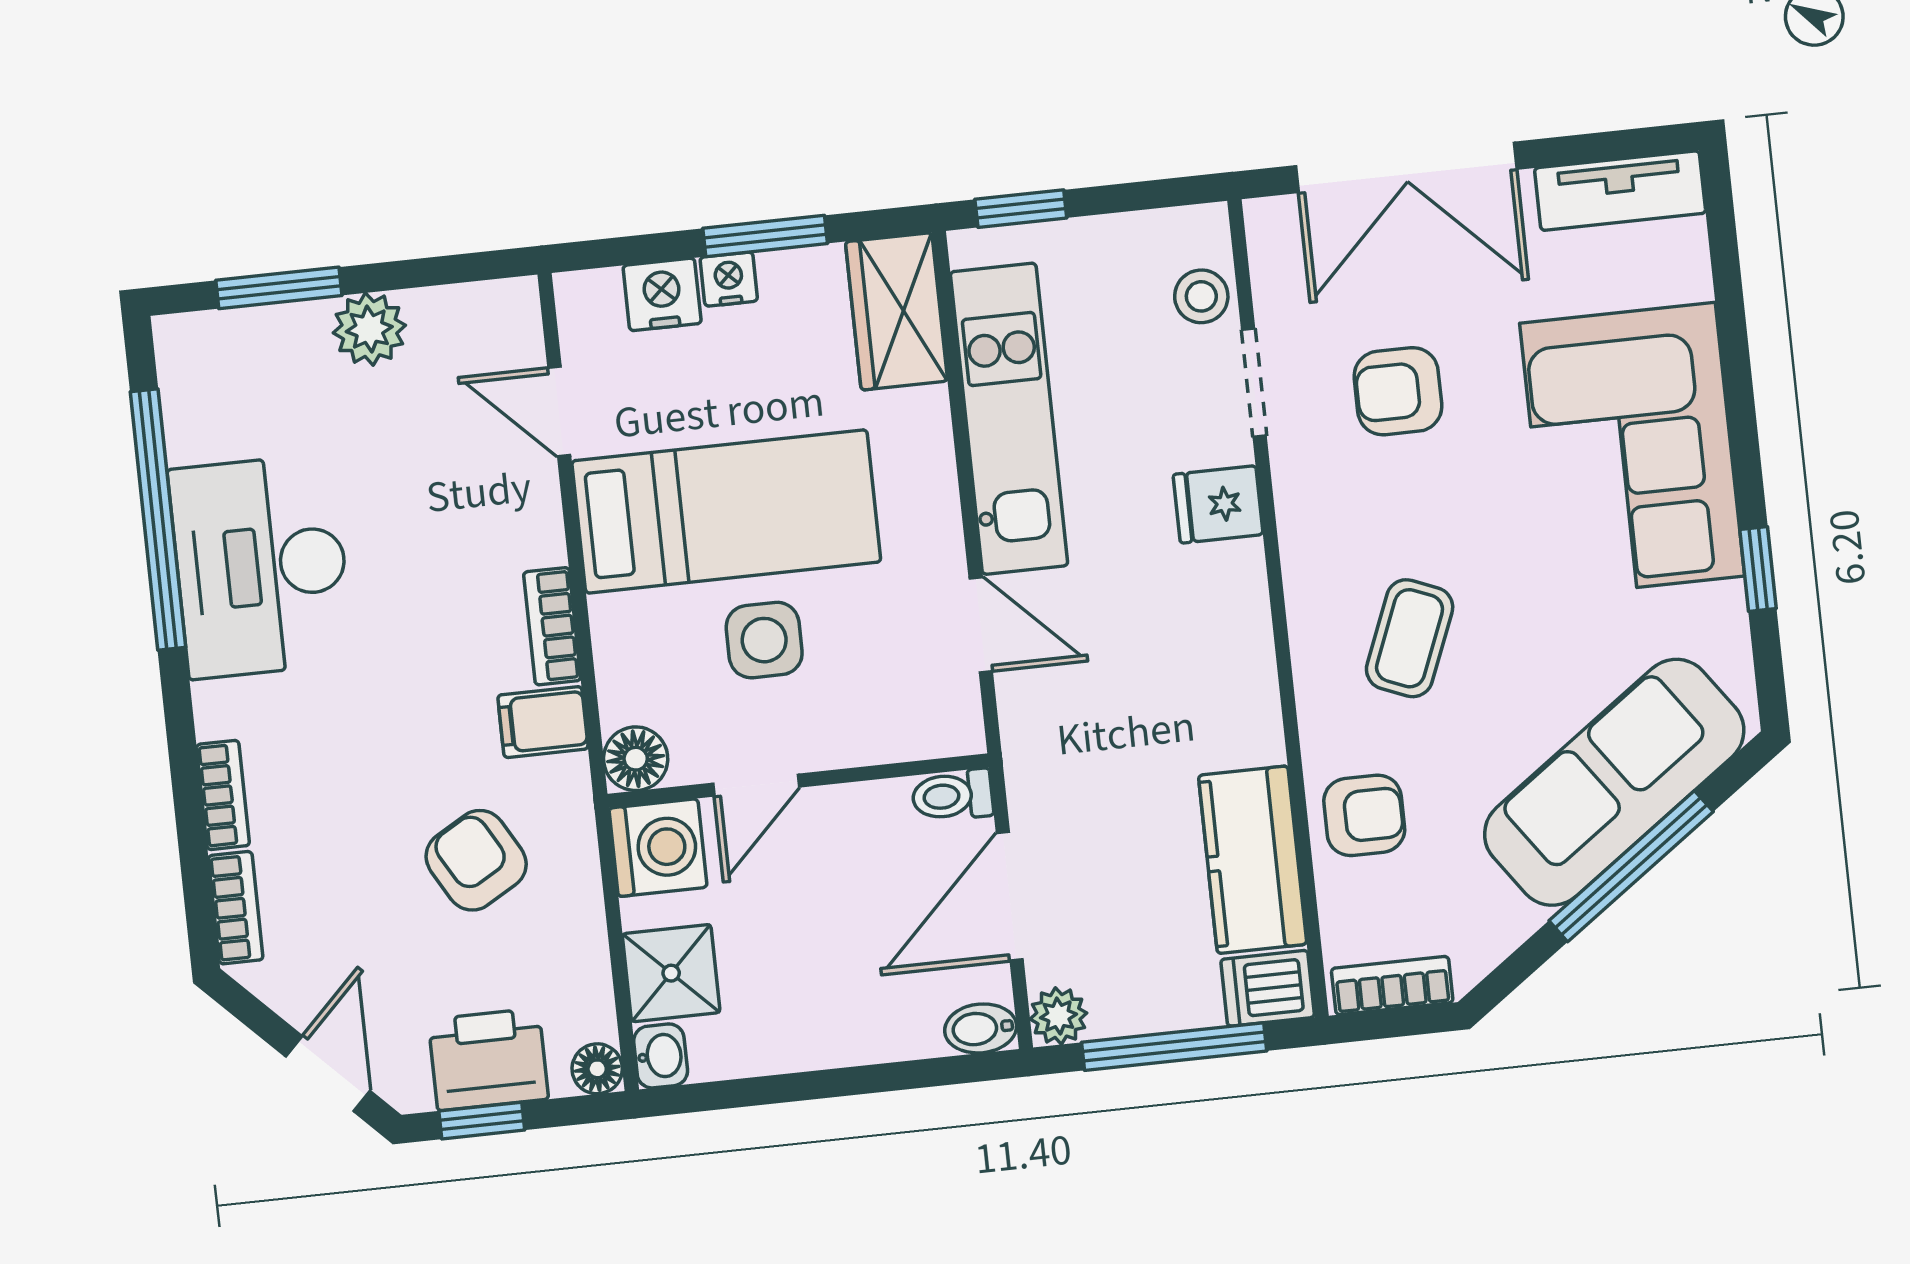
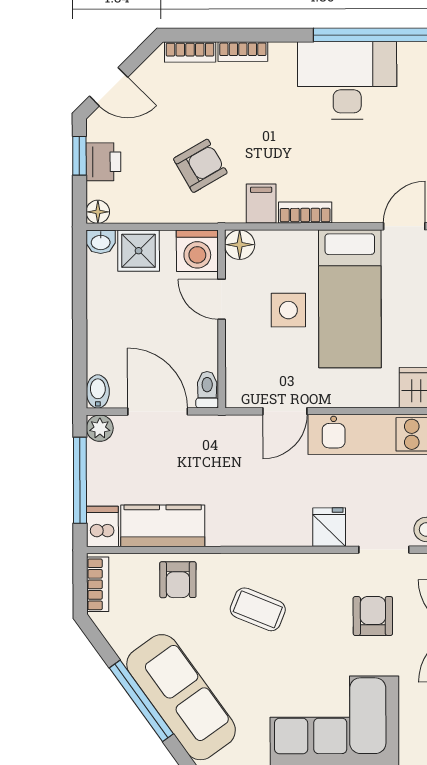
printer: (488, 1059) -> (103, 162), width x0.73, depth x0.81

